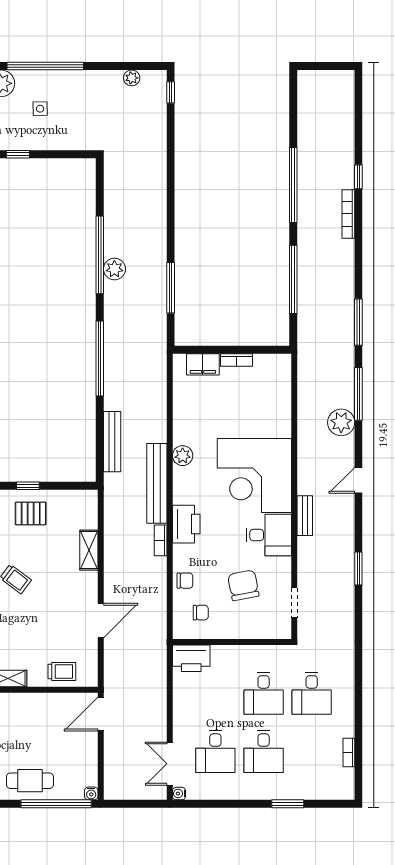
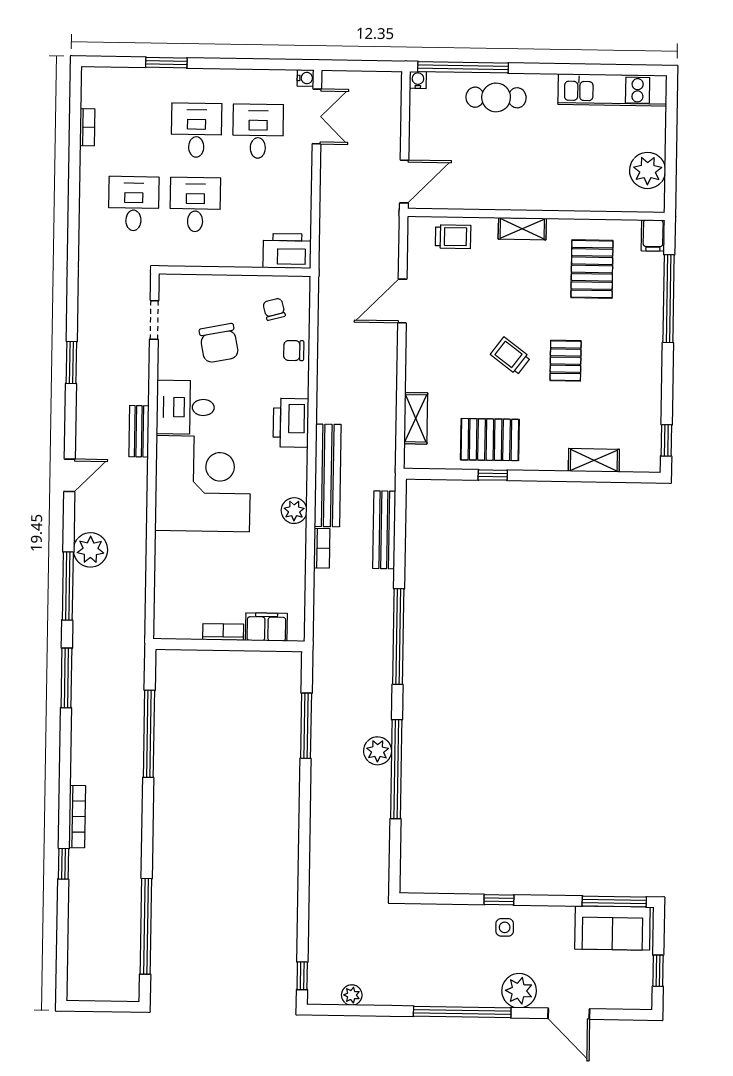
side table: (40, 109) -> (505, 927), moved
window: (293, 185) -> (146, 926), moved
pallet: (31, 513) -> (490, 440), width x1.50, depth x1.42
bookcase: (161, 540) -> (322, 548), moved
shelving: (89, 550) -> (416, 418), moved
chair: (201, 613) -> (274, 309), turned 75
trolley: (62, 671) -> (453, 237), turned 180

